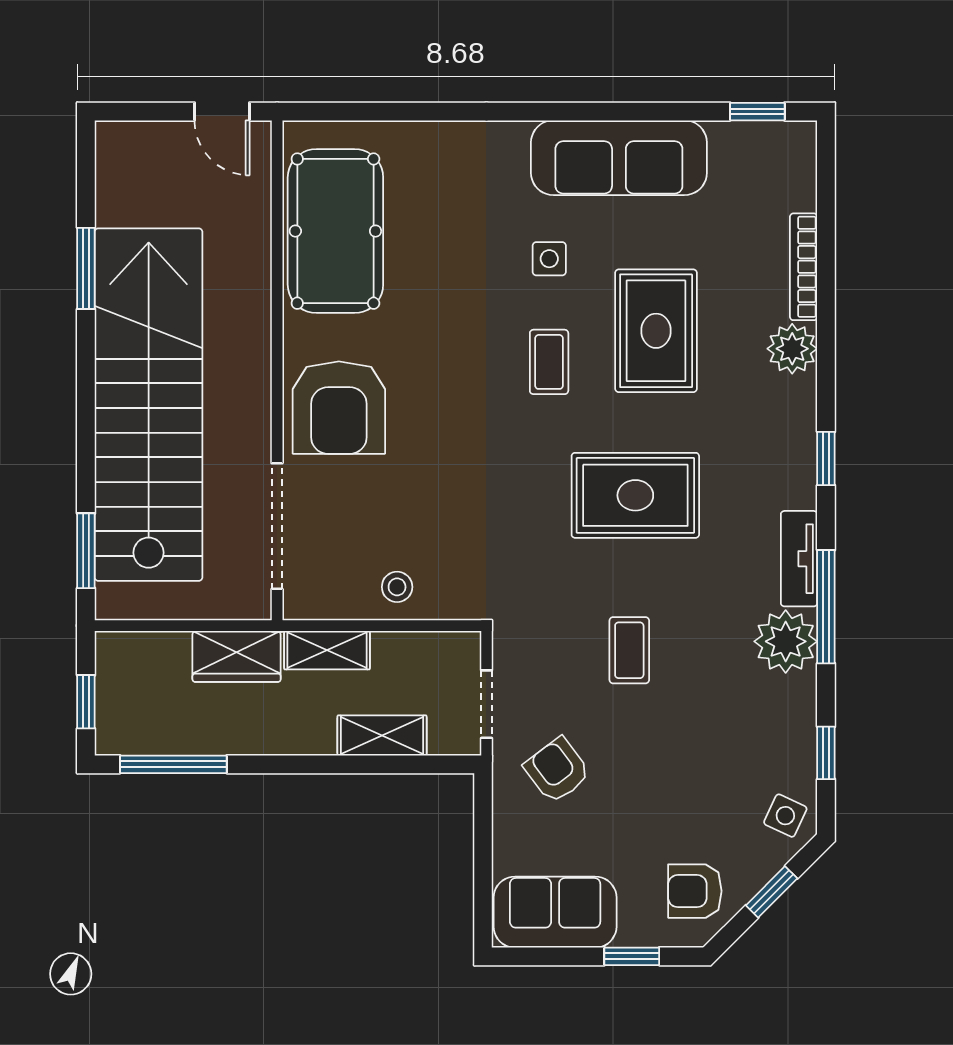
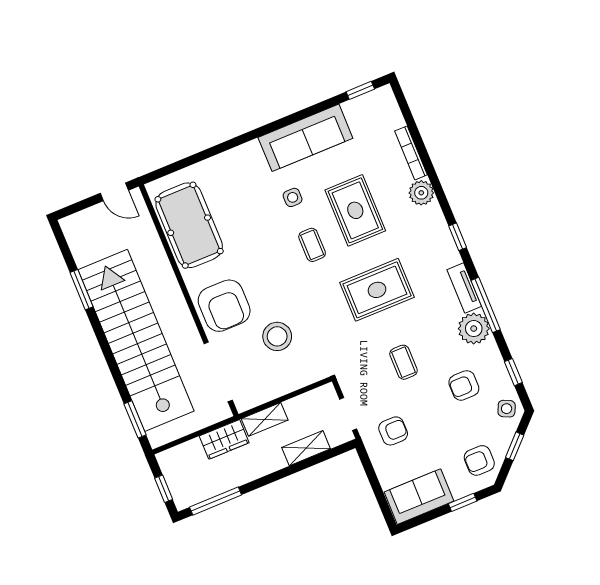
stool: (397, 587) -> (277, 336), moved, width x1.89, depth x1.89
armchair: (724, 740) -> (464, 385), added
armchair: (557, 770) -> (393, 431), turned 127

